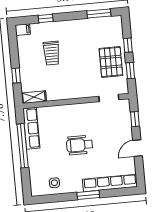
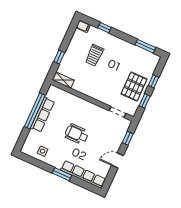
row of seats: (31, 128) -> (43, 115), moved

